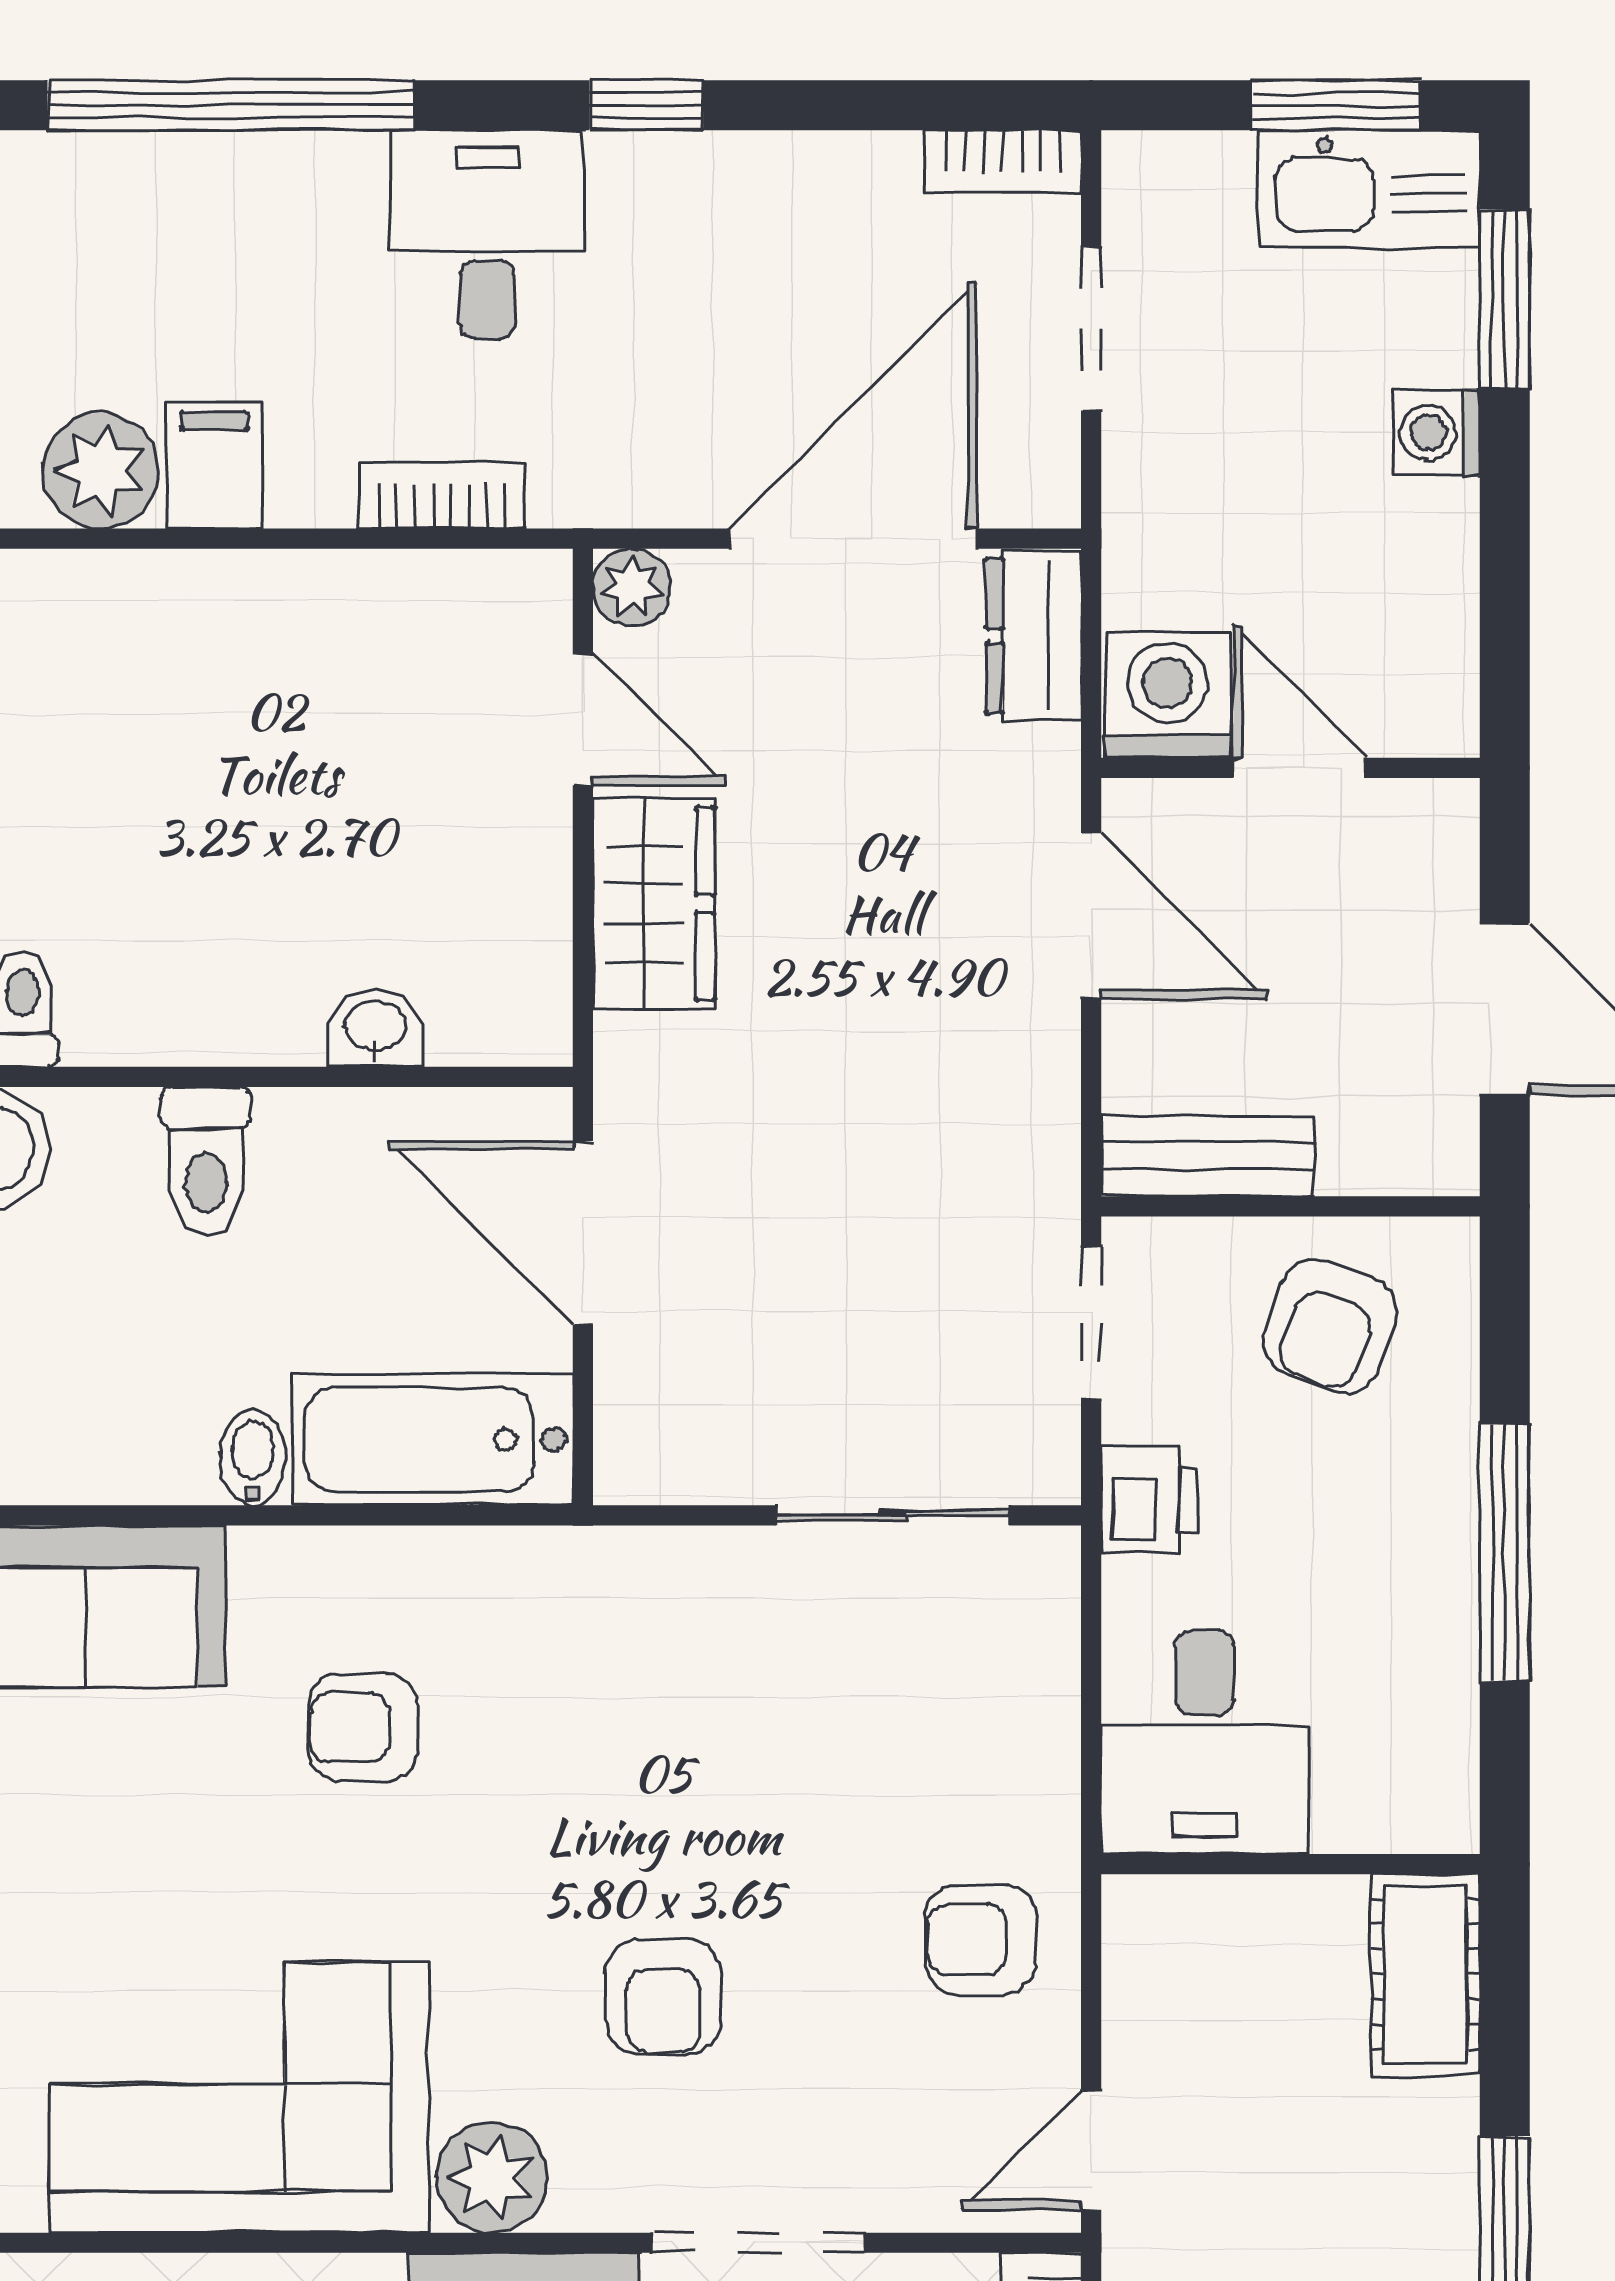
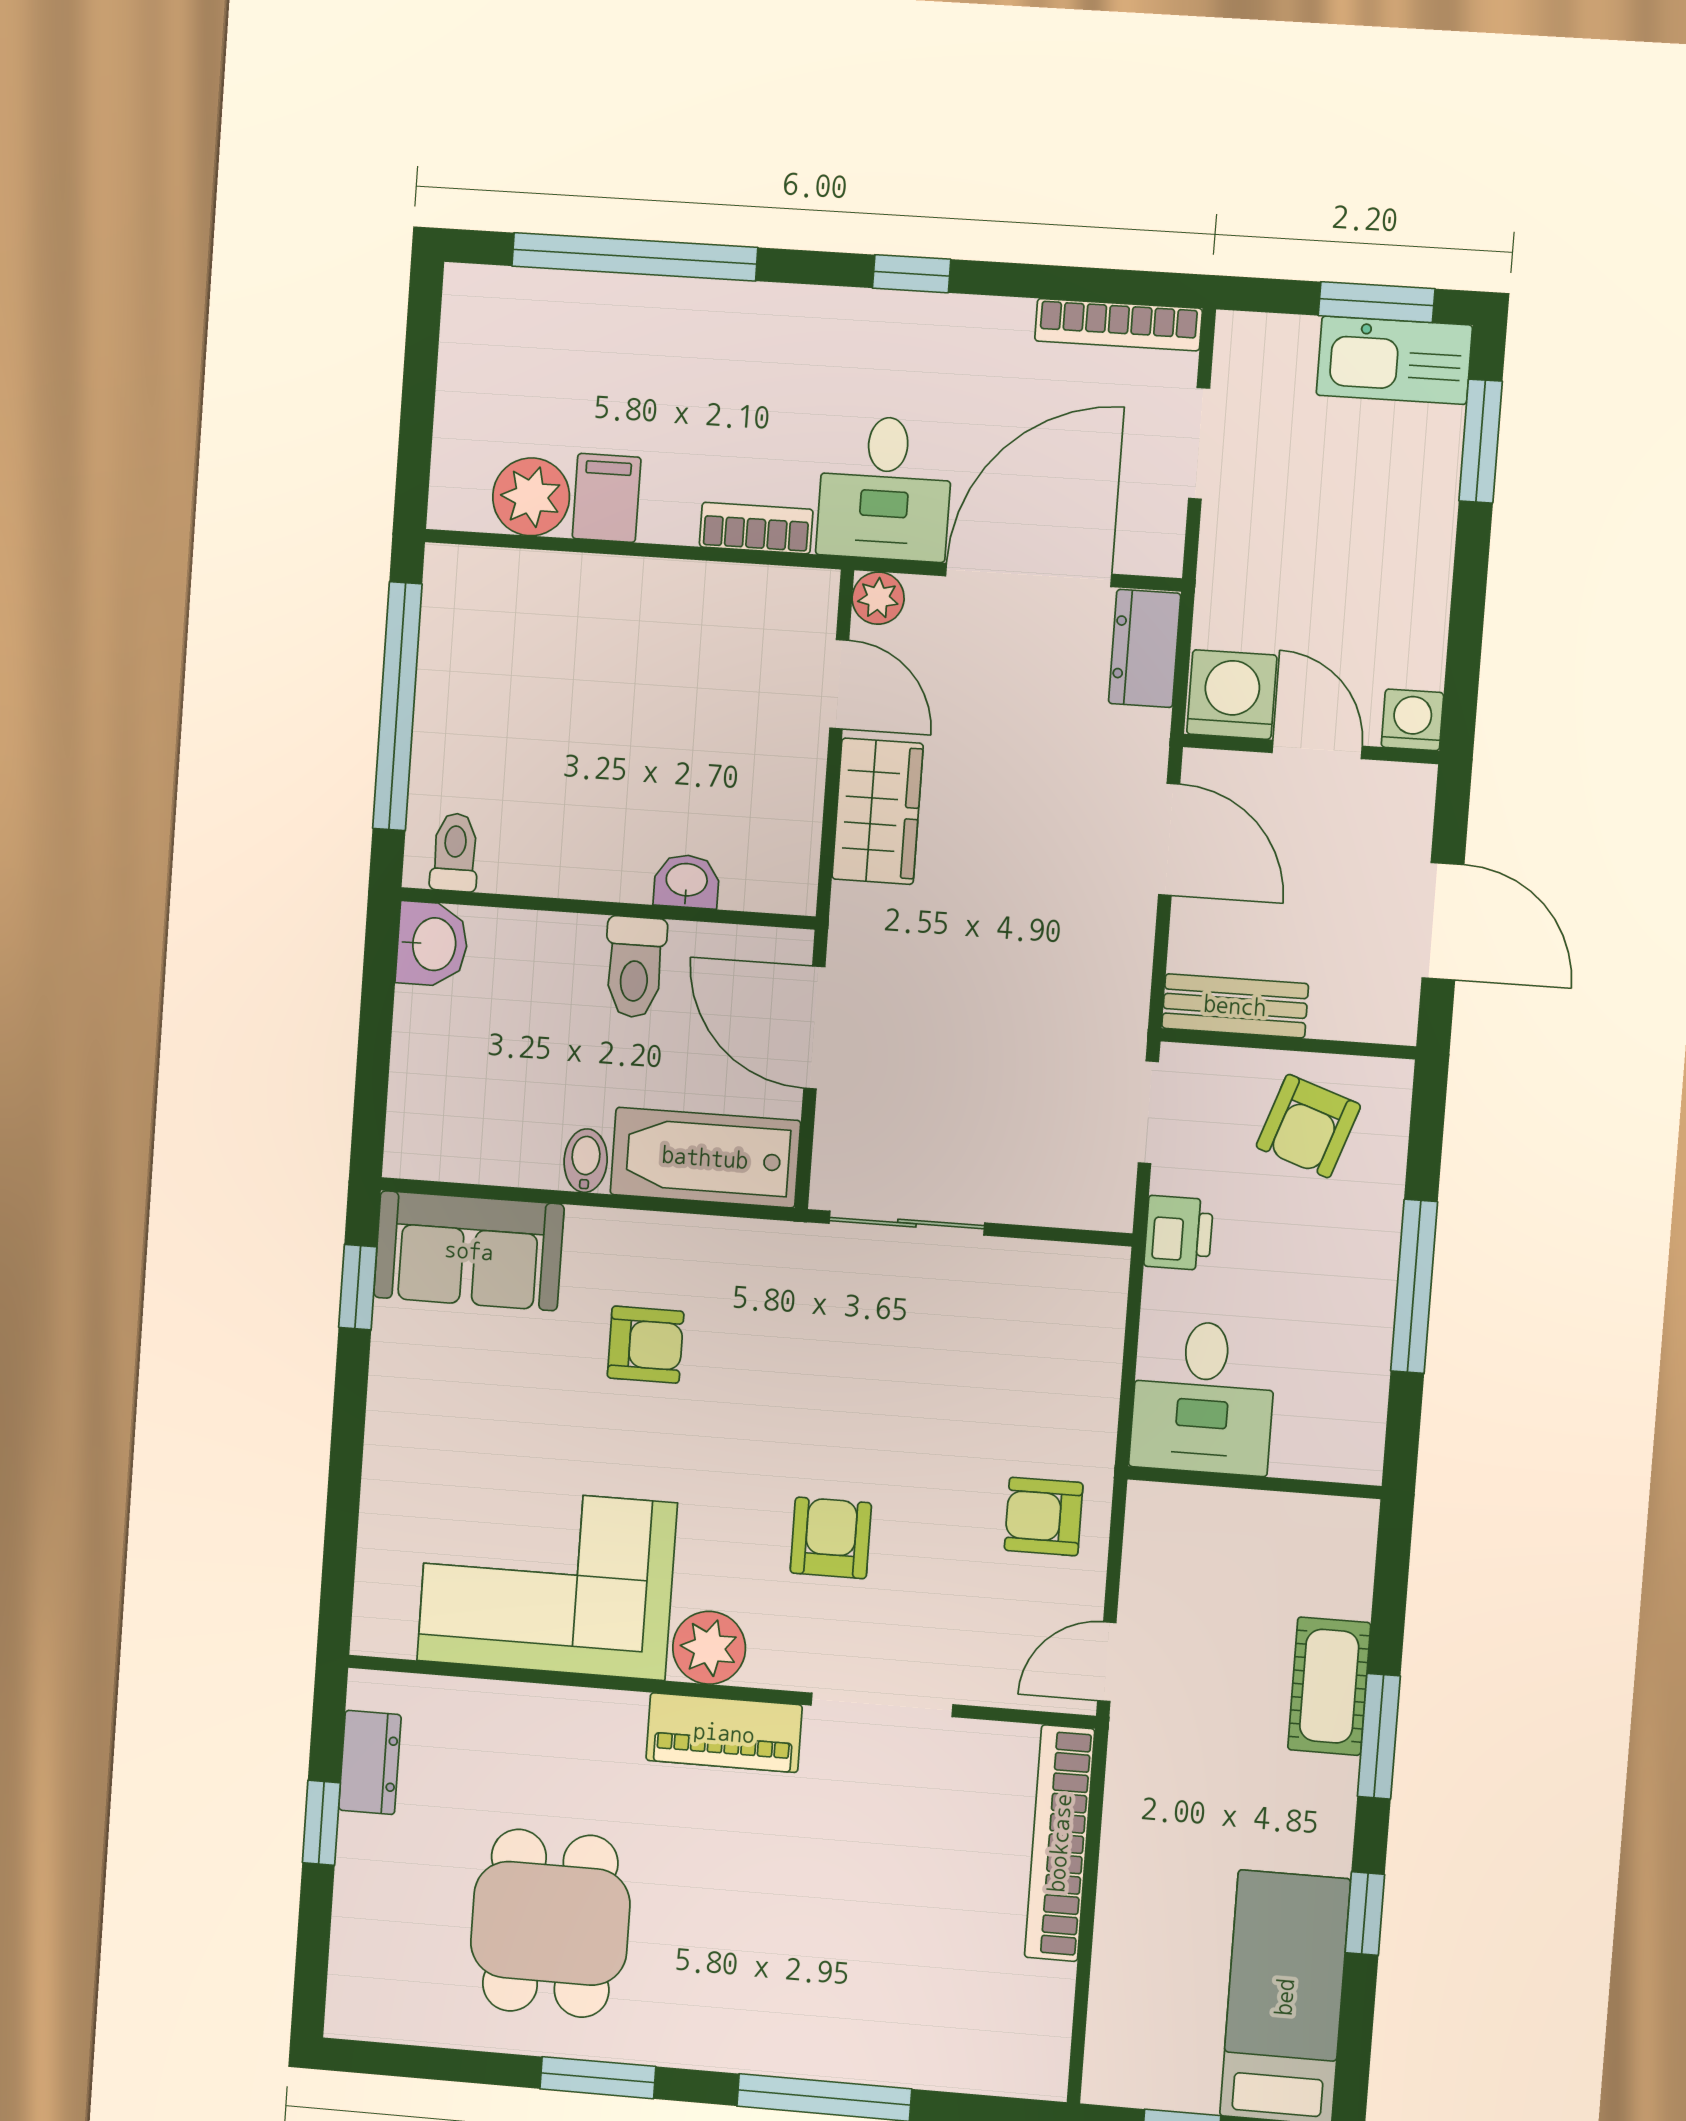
bookcase: (1003, 161) -> (1118, 325), width x1.56
desk: (487, 235) -> (885, 488), moved, turned 180
washing machine: (1437, 432) -> (1412, 720), moved, turned 90
toilet: (206, 1162) -> (635, 967), moved
sliding door: (892, 1515) -> (907, 1223), moved
armchair: (363, 1727) -> (646, 1345), turned 180
cot: (1425, 1974) -> (1329, 1686), moved
armchair: (663, 1997) -> (831, 1538), turned 180

